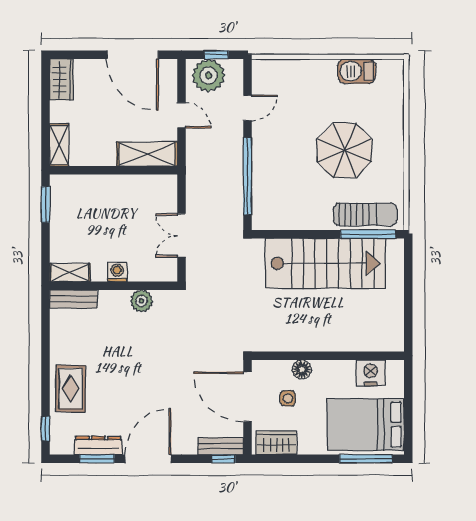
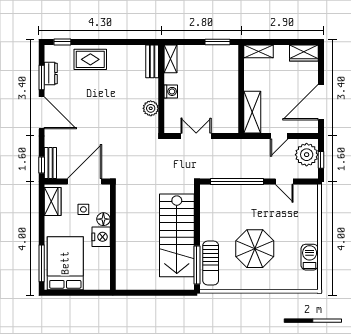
nightstand: (371, 373) -> (101, 237), moved
dresser: (98, 445) -> (51, 73), width x0.70

